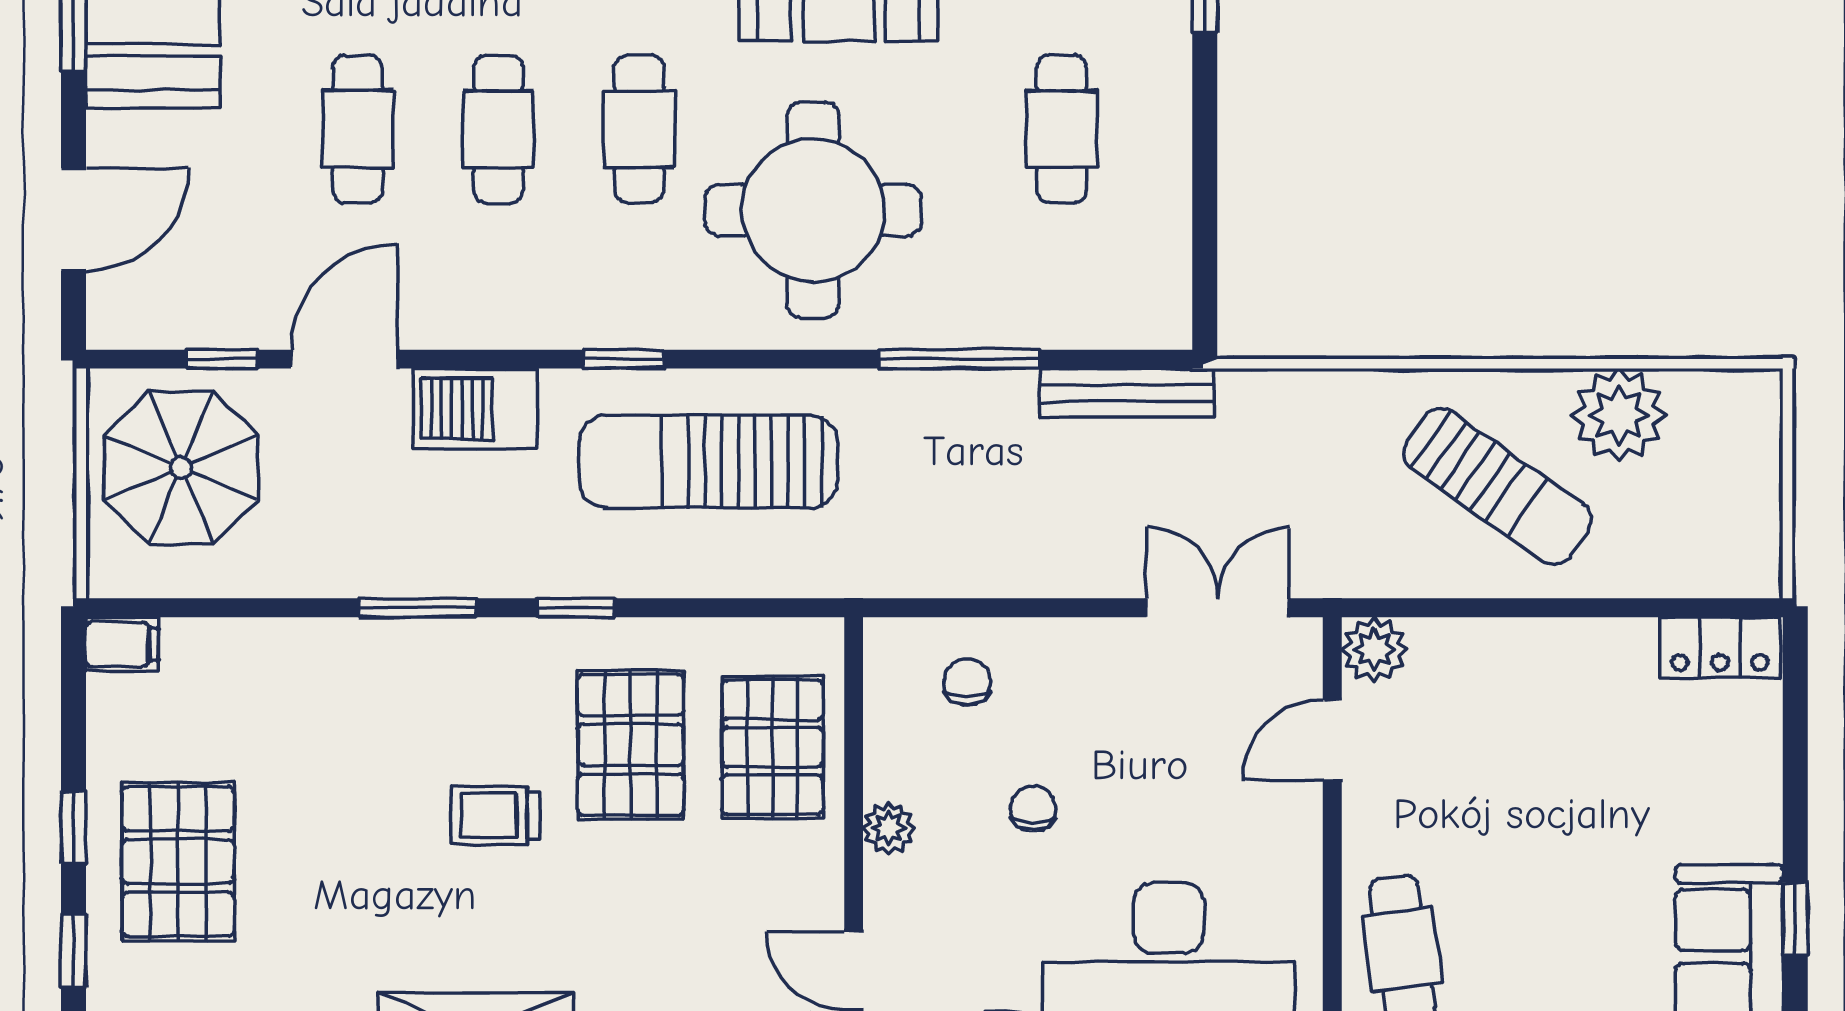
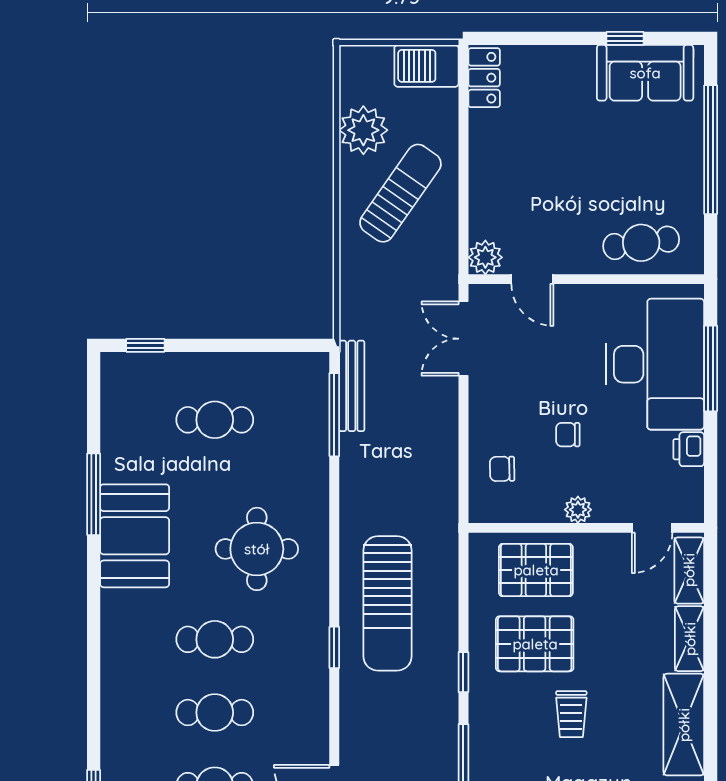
round table: (813, 210) -> (257, 549), width x0.73, depth x0.73
window: (960, 359) -> (334, 415), moved
barbecue: (475, 409) -> (426, 66), moved, turned 90

